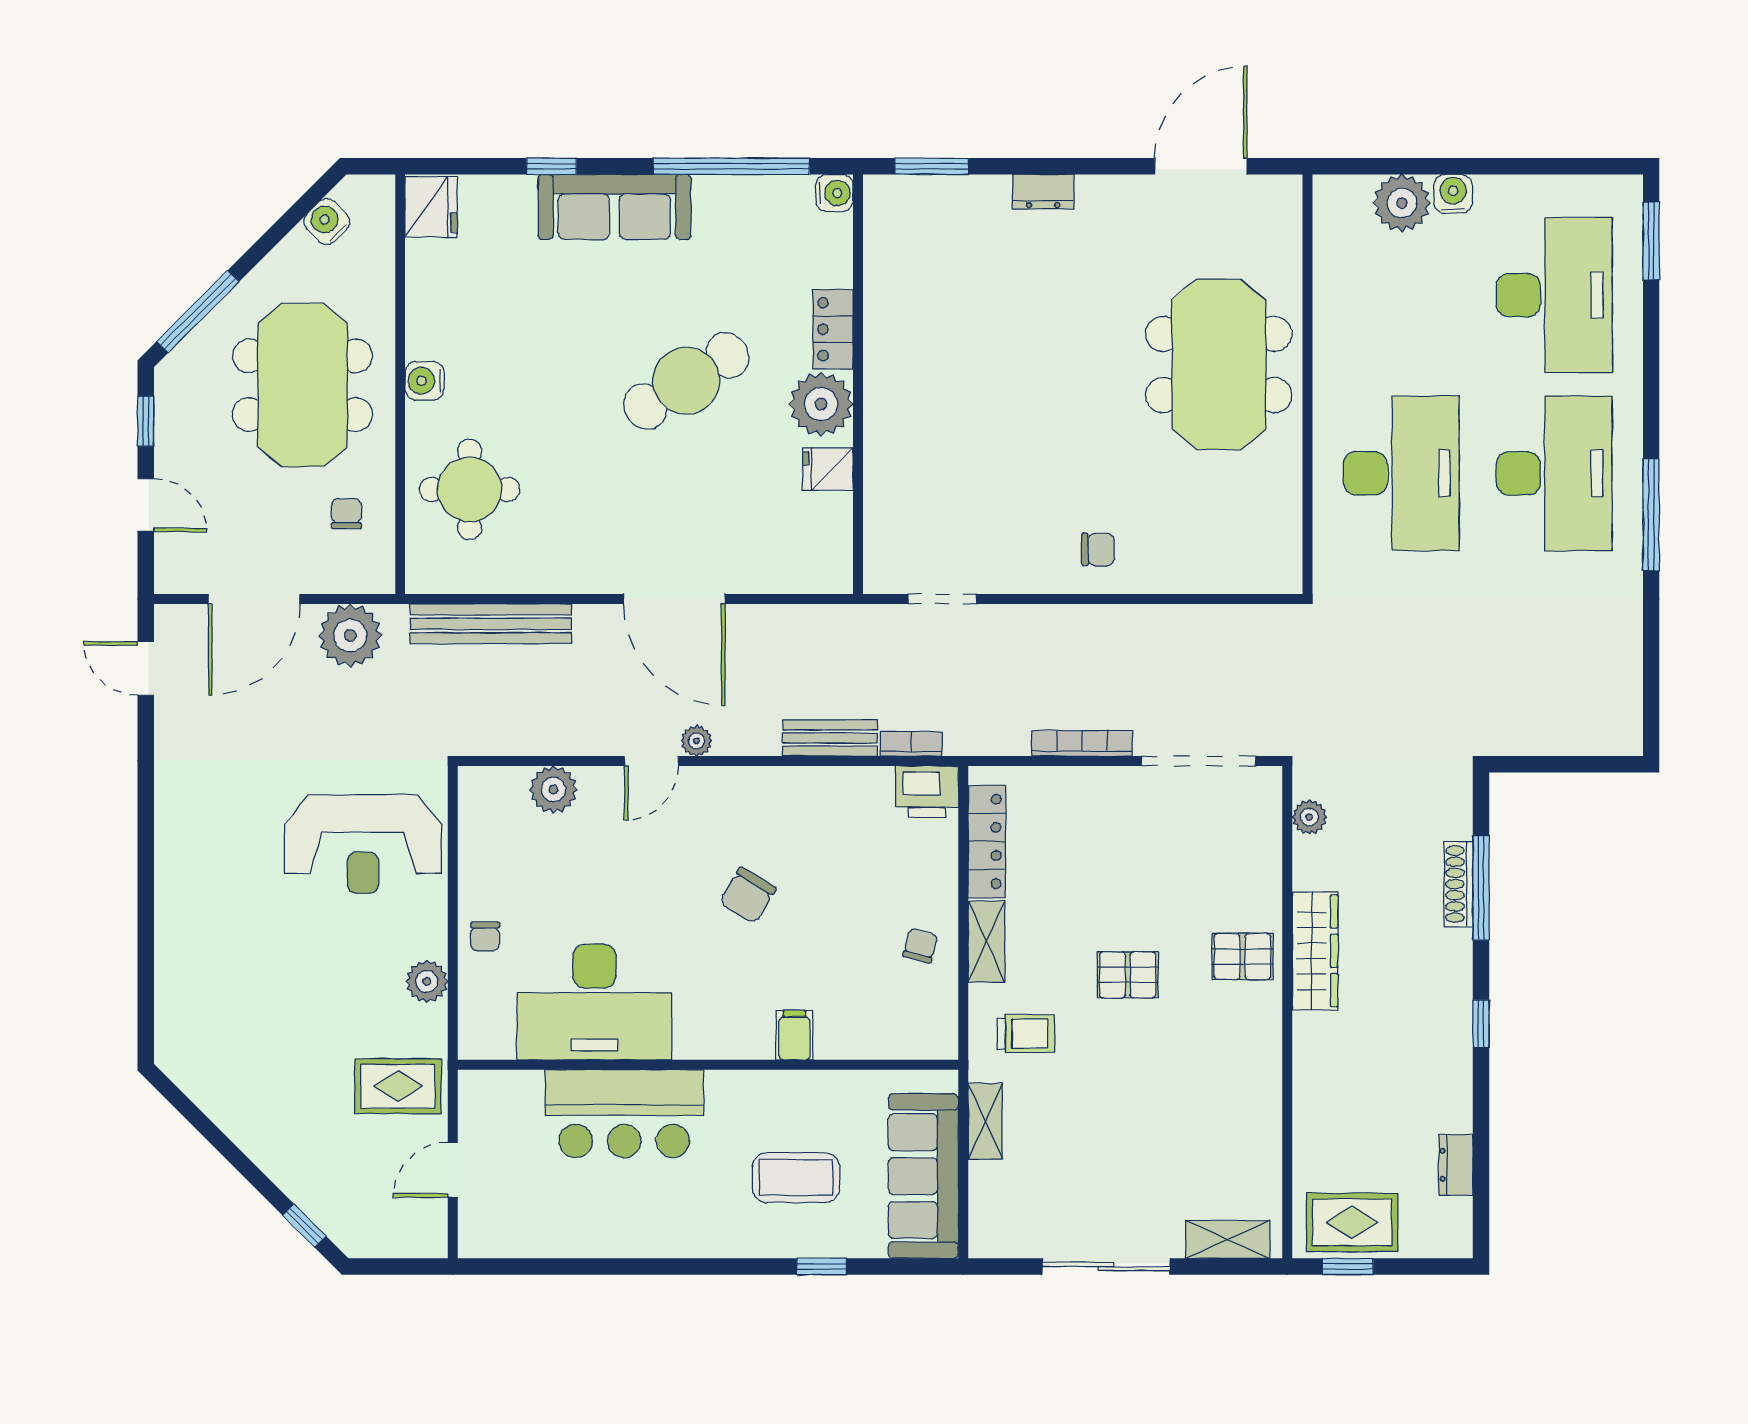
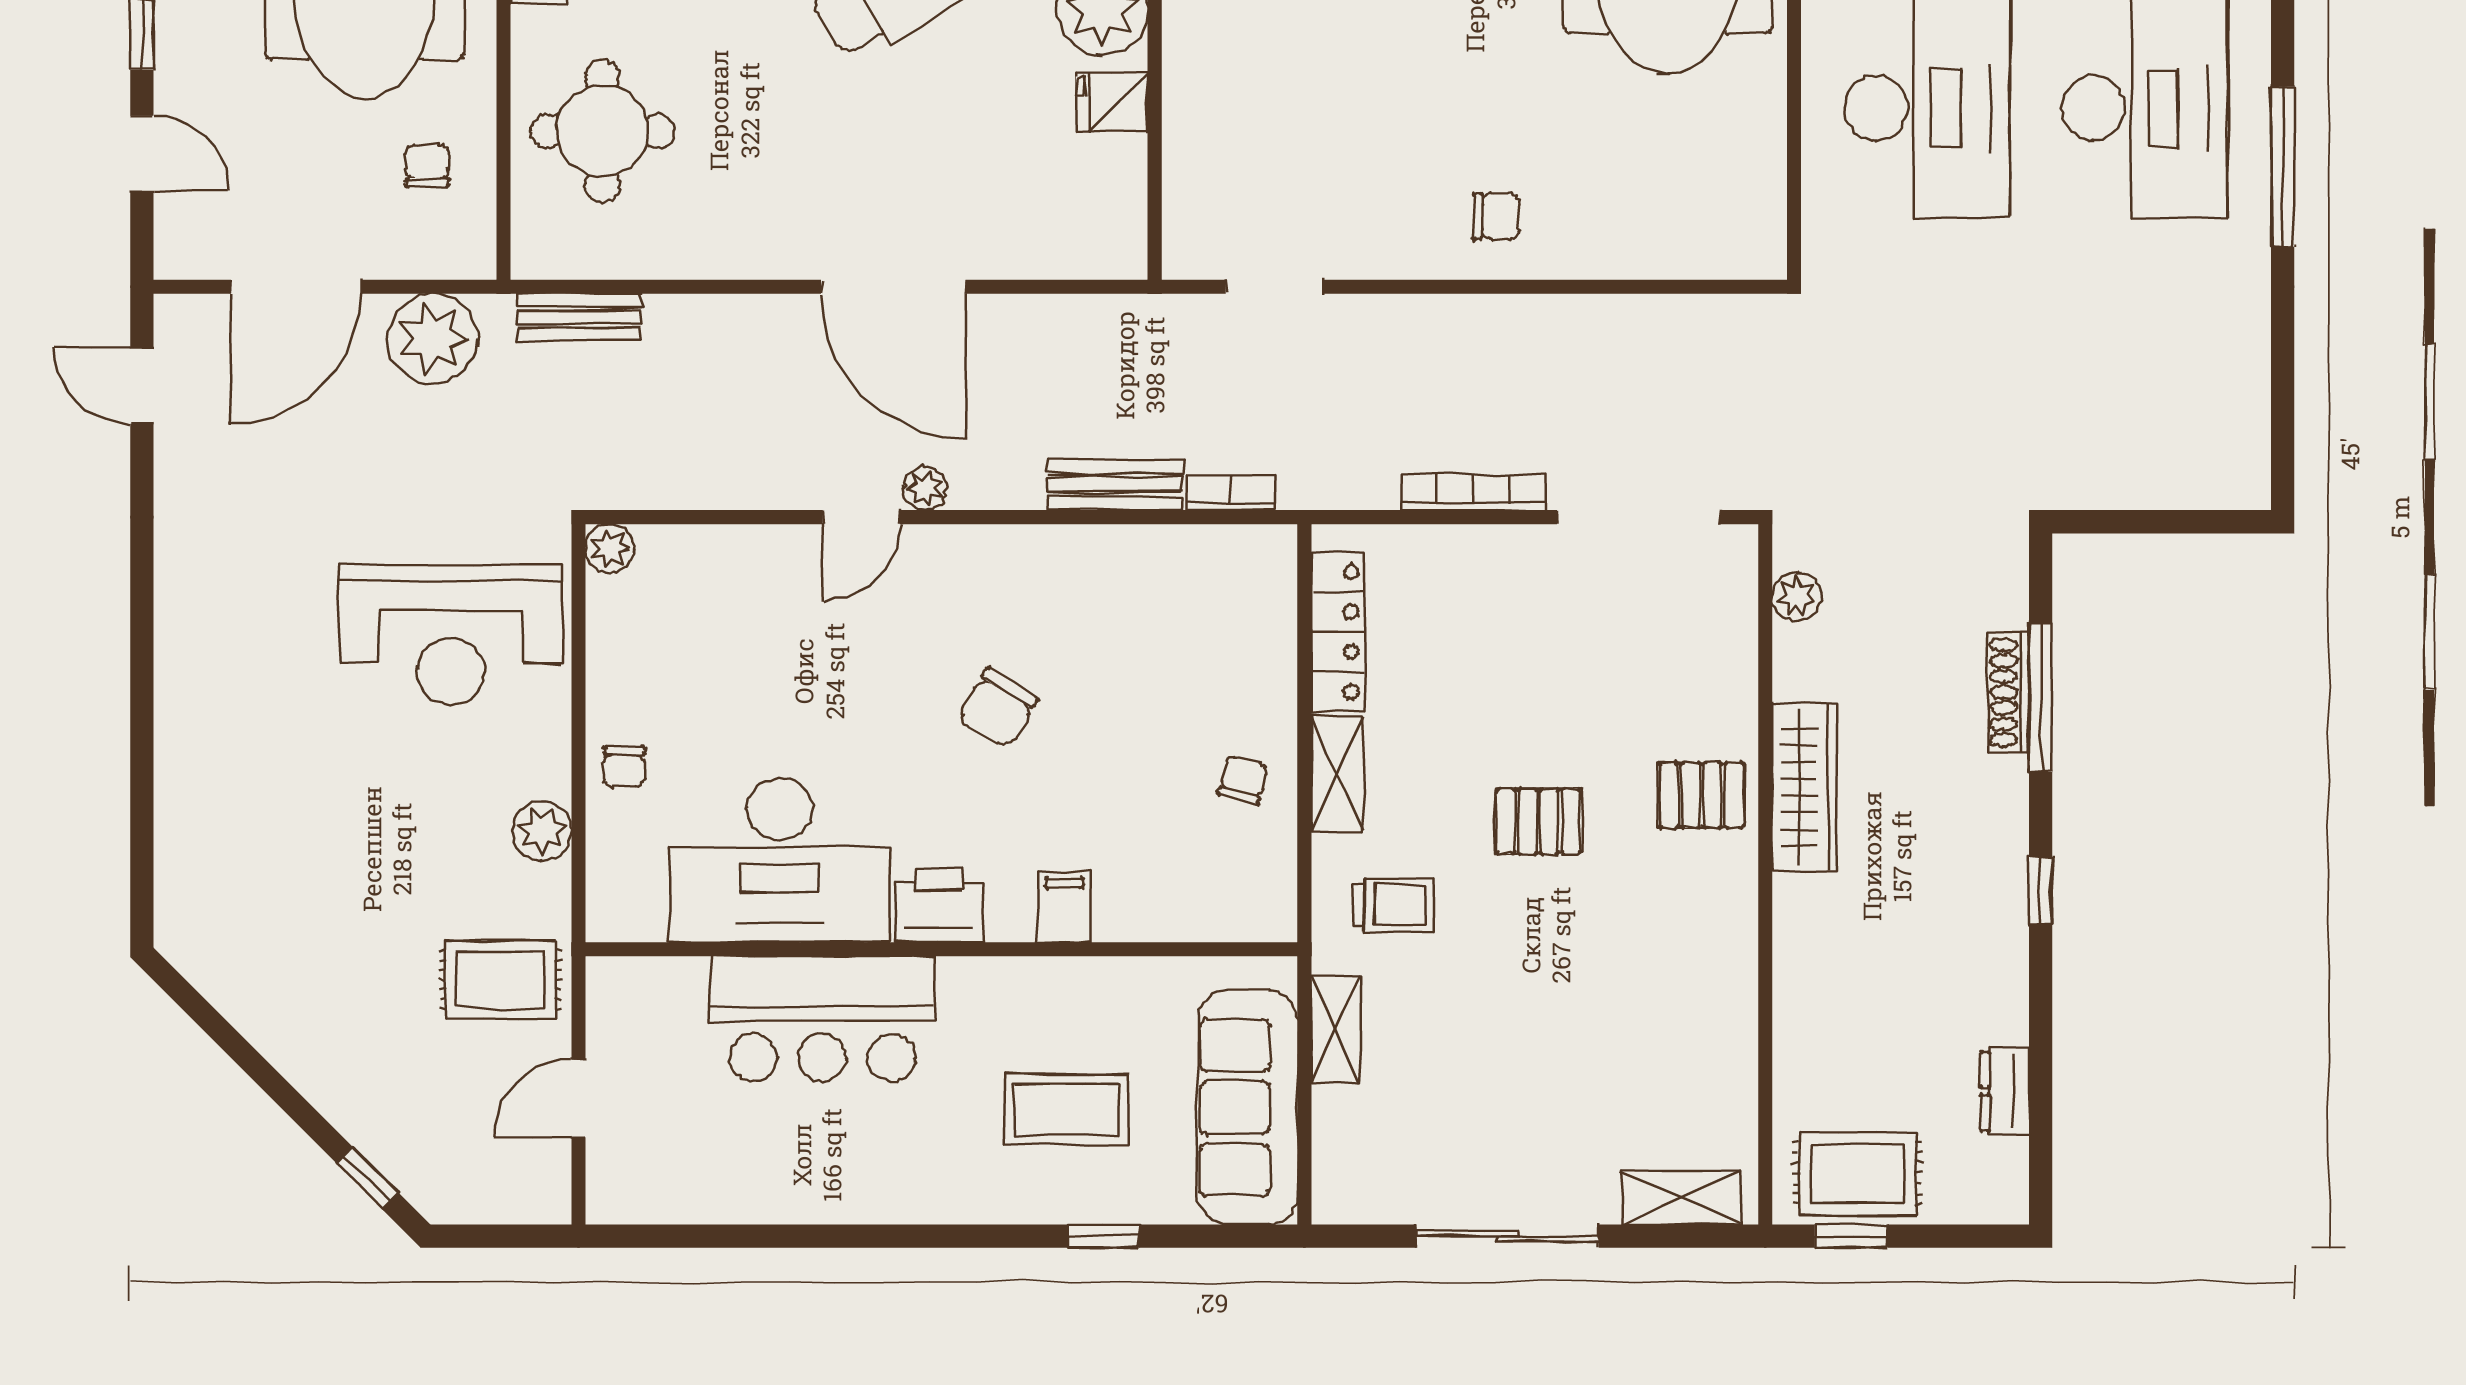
bench: (491, 624) -> (579, 317), width x0.54, depth x0.82
plant: (553, 790) -> (610, 549), moved, width x0.73, depth x0.73
printer: (927, 792) -> (939, 905), moved, turned 180

